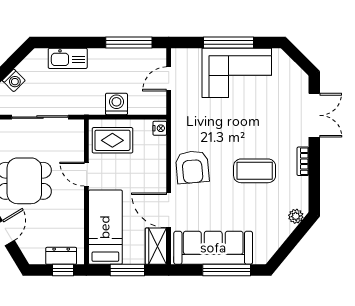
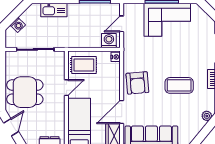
washing machine: (116, 104) -> (109, 41), moved
door: (86, 174) -> (66, 88), swing flipped
door: (169, 210) -> (122, 112), hinge flipped

